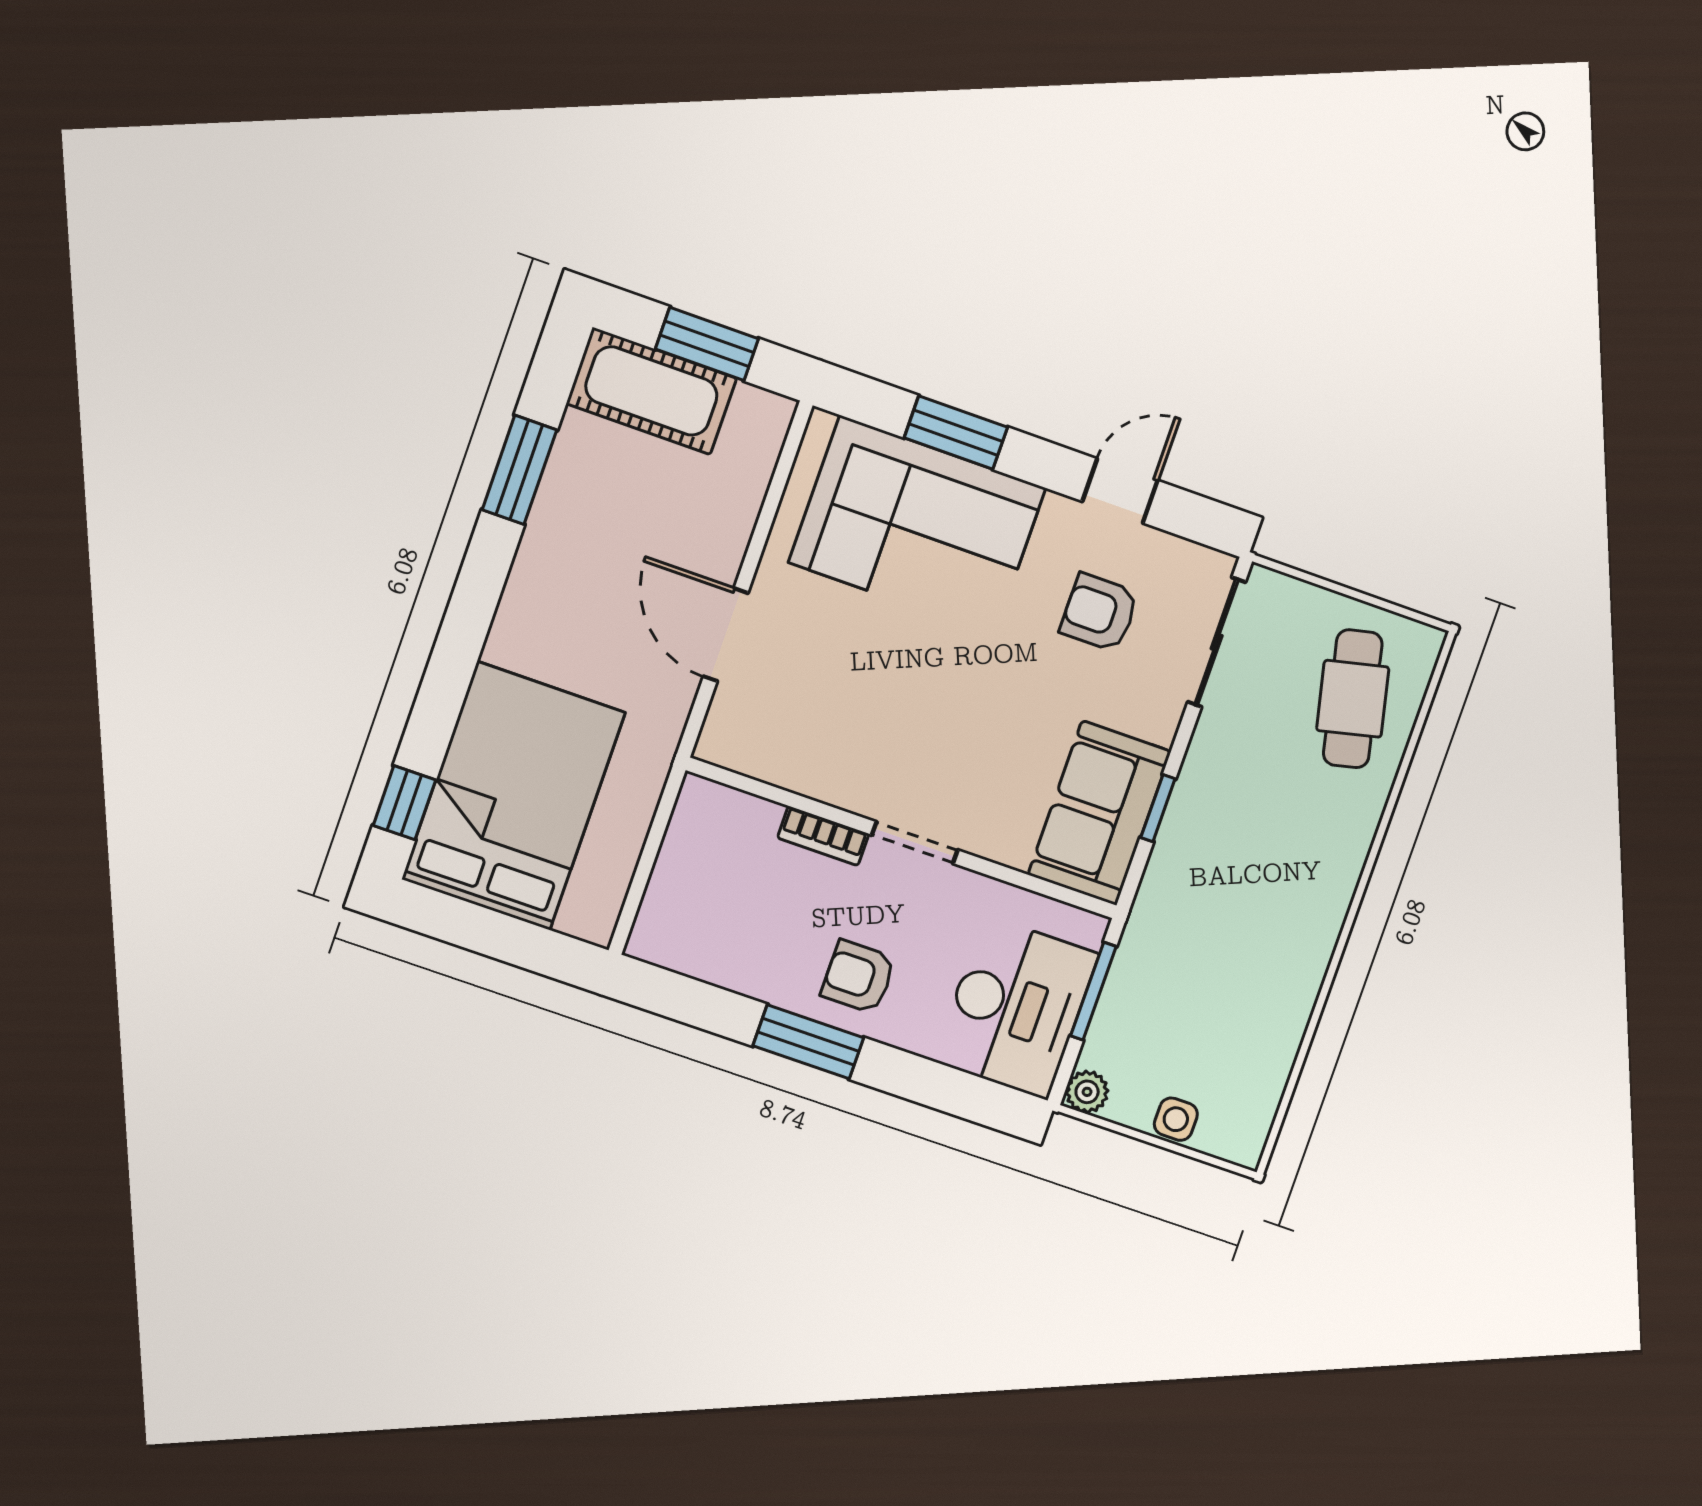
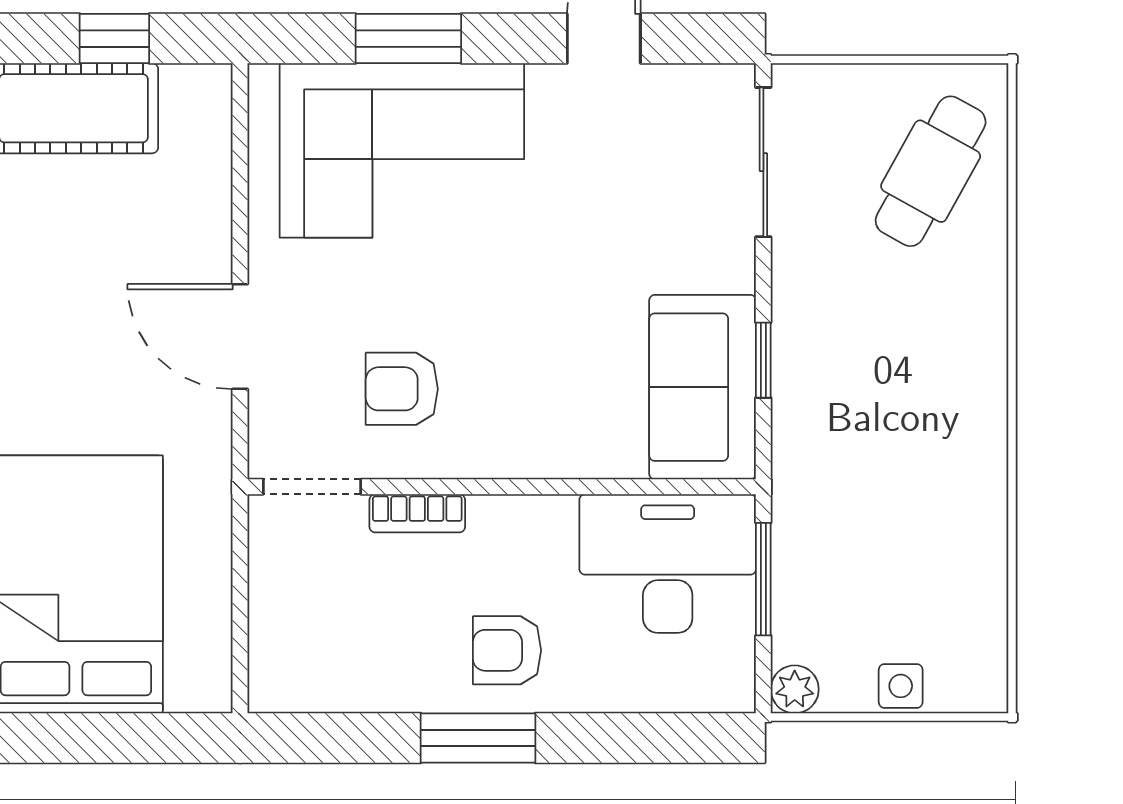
window: (707, 344) -> (114, 39), width x0.67
armchair: (1099, 612) -> (402, 389), moved
cafe table: (1353, 699) -> (931, 171), turned 42
doorway: (915, 843) -> (312, 487), moved
desk: (1016, 1007) -> (668, 564), moved, turned -90

